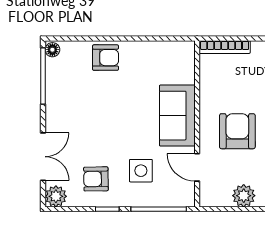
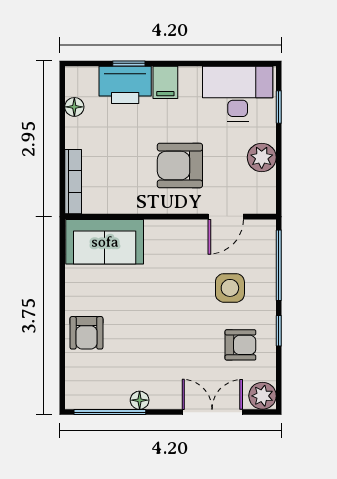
floor lamp: (52, 50) -> (140, 400), moved
armchair: (106, 58) -> (86, 333), turned 180
sofa: (177, 116) -> (105, 242), moved
armchair: (96, 179) -> (240, 345), turned -89

